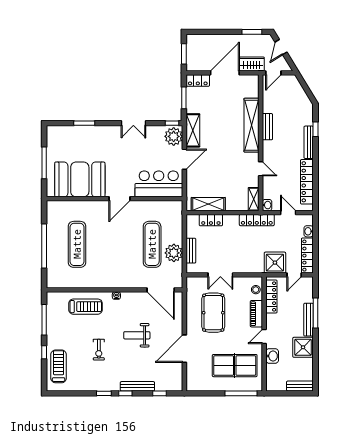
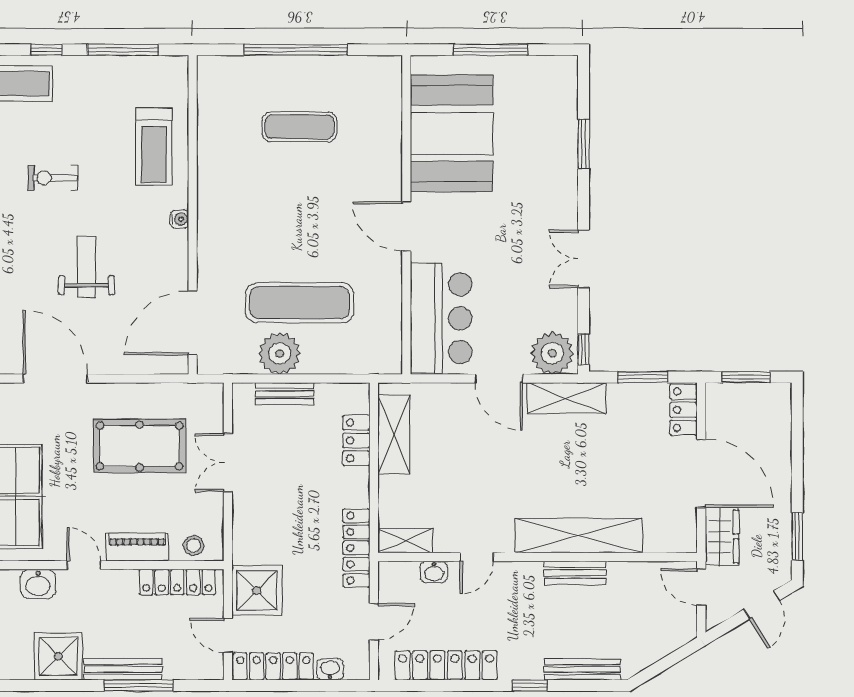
door: (281, 47) -> (762, 605), swing flipped
window: (315, 129) -> (530, 685), moved
bench: (309, 142) -> (582, 669), moved
washbasin: (267, 205) -> (434, 572), moved
exercise mat: (77, 244) -> (300, 127), width x0.73, depth x0.69

